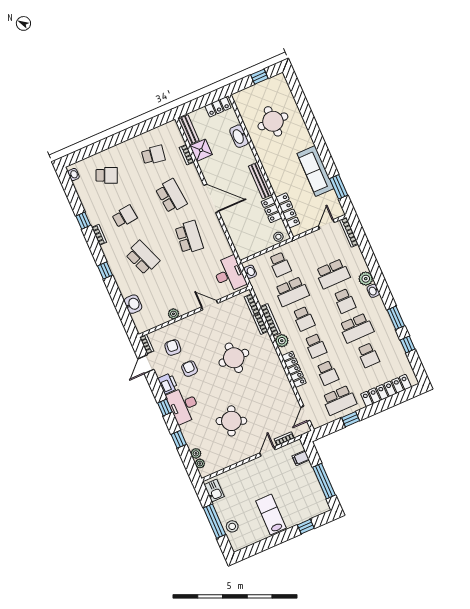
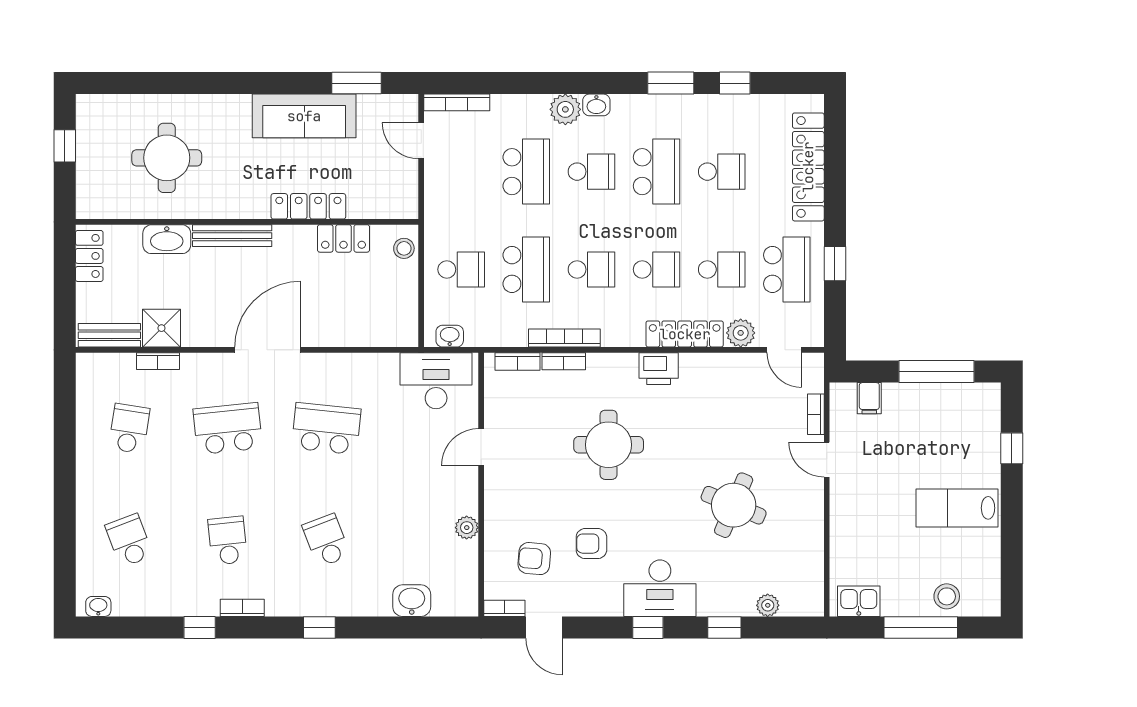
school desk: (107, 175) -> (129, 540), turned -45
bench: (260, 180) -> (232, 236), moved
locker: (288, 210) -> (308, 206), moved
school desk: (142, 258) -> (326, 540), width x0.54
plant: (282, 341) -> (741, 333), moved
printer: (168, 383) -> (659, 369), moved, turned 180
plant: (200, 463) -> (792, 606), removed

